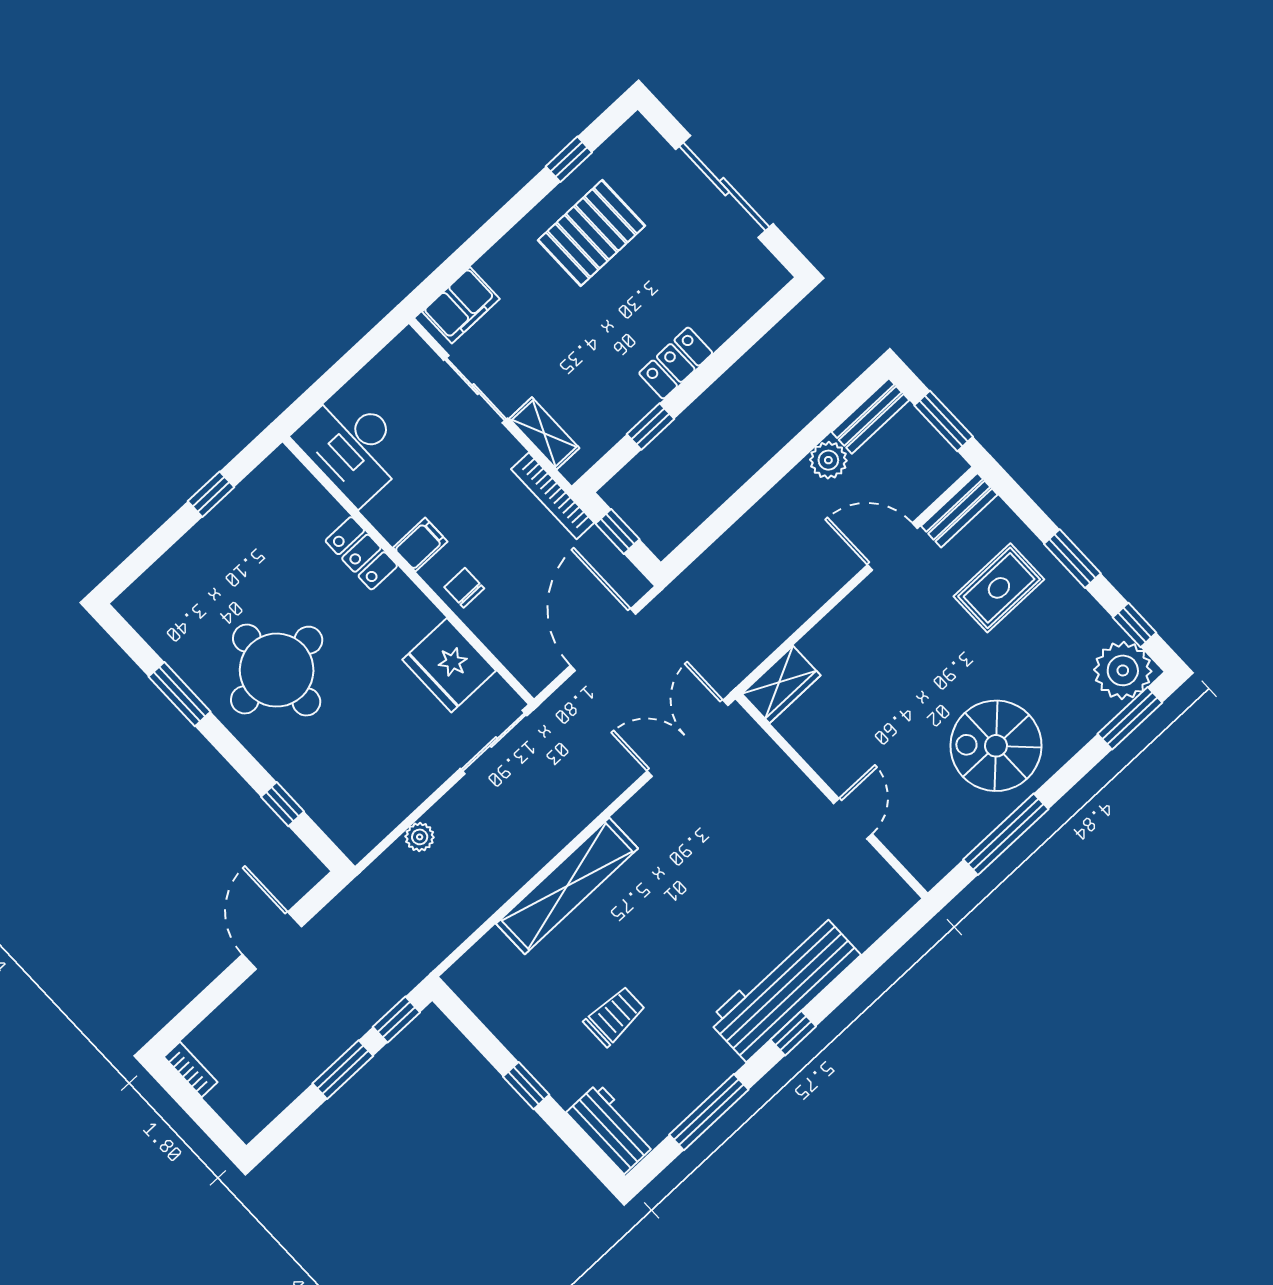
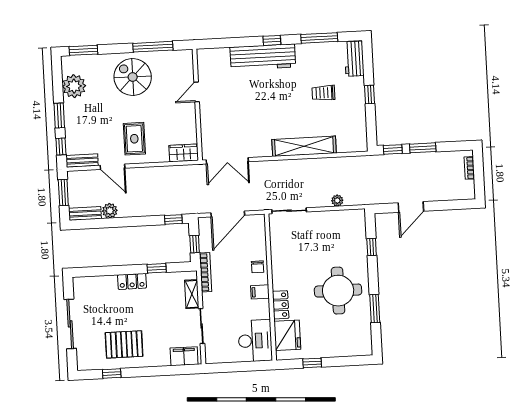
window: (696, 544) -> (173, 219), added
rug: (999, 588) -> (134, 139), moved, turned 90
window: (1135, 625) -> (61, 147), moved
fridge: (449, 665) -> (287, 335), moved
plant: (1123, 670) -> (74, 86), moved
spiral stairs: (996, 746) -> (133, 77), turned 180
bookcase: (191, 1069) -> (469, 168), moved

